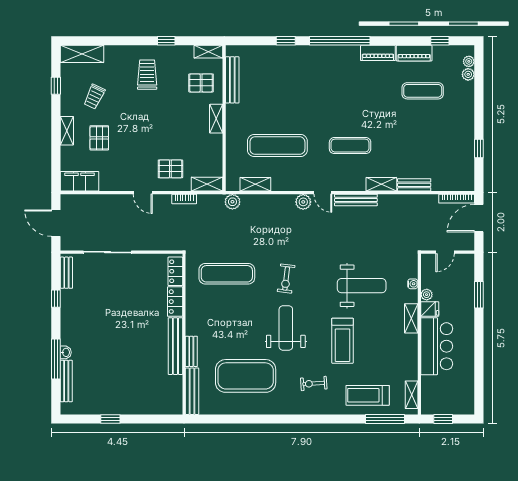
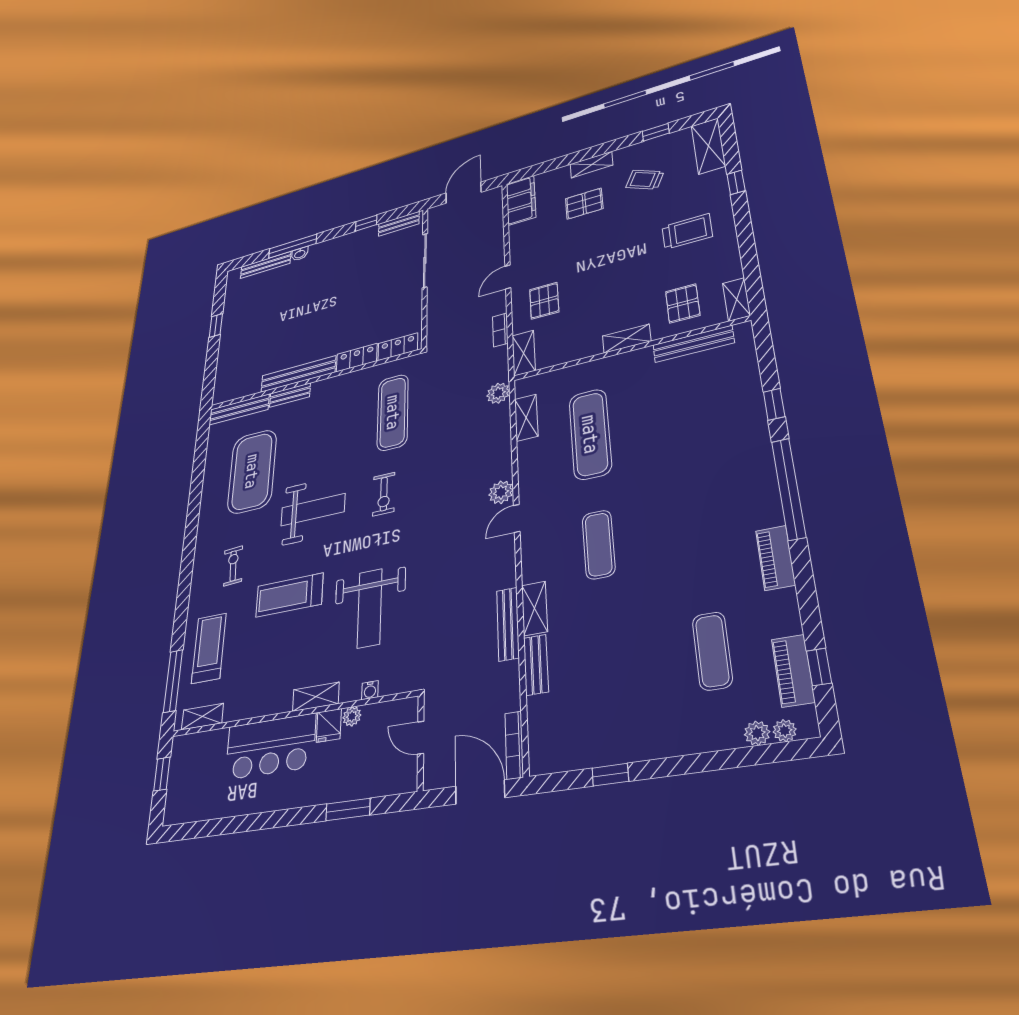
window: (166, 41) -> (736, 182), moved
piano: (414, 53) -> (793, 671), moved
bench: (356, 200) -> (508, 624), moved
exercise bike: (286, 279) -> (384, 494), turned -97

